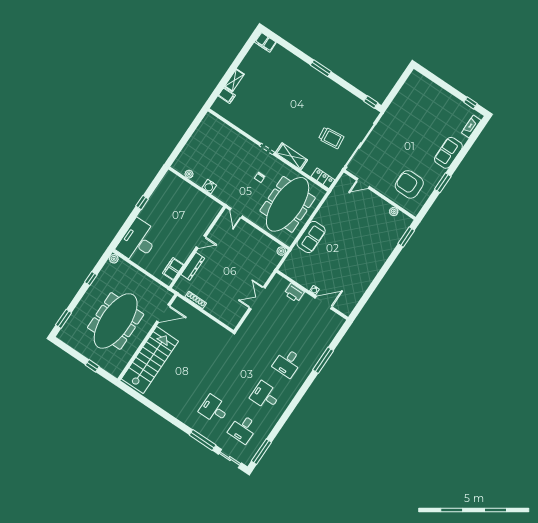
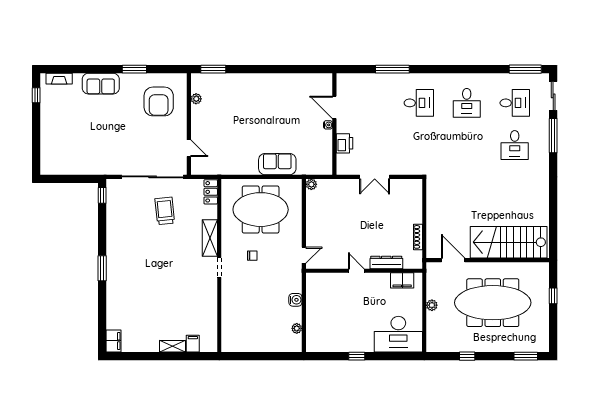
meeting table: (288, 204) -> (261, 210), width x0.73
plant: (114, 259) -> (432, 305), moved

